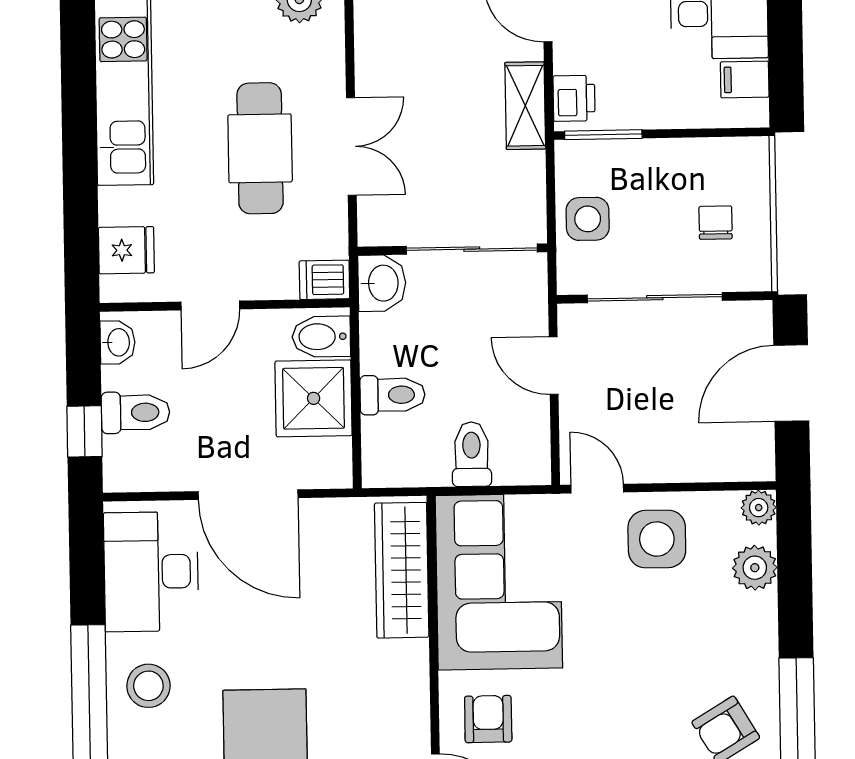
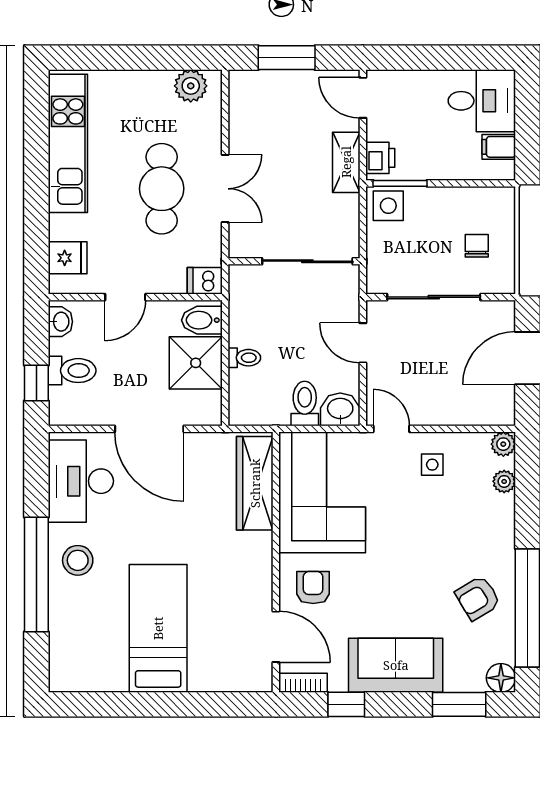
side table: (588, 219) -> (388, 206), moved
washbasin: (382, 283) -> (340, 409), moved, turned -90
toilet: (392, 395) -> (244, 358), width x0.73, depth x0.72
side table: (657, 539) -> (432, 465), width x0.54, depth x0.54
plant: (755, 568) -> (504, 481), width x0.73, depth x0.73

